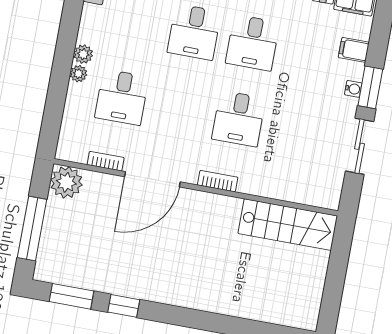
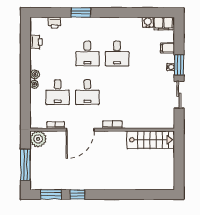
desk: (239, 119) -> (87, 92), moved

